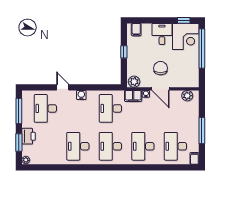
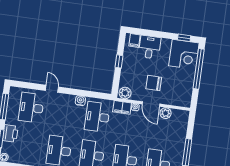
desk: (162, 34) -> (150, 47), moved
chair: (160, 68) -> (154, 83), turned -90
water cooler: (81, 95) -> (80, 101), moved
plant: (187, 96) -> (166, 113), moved

